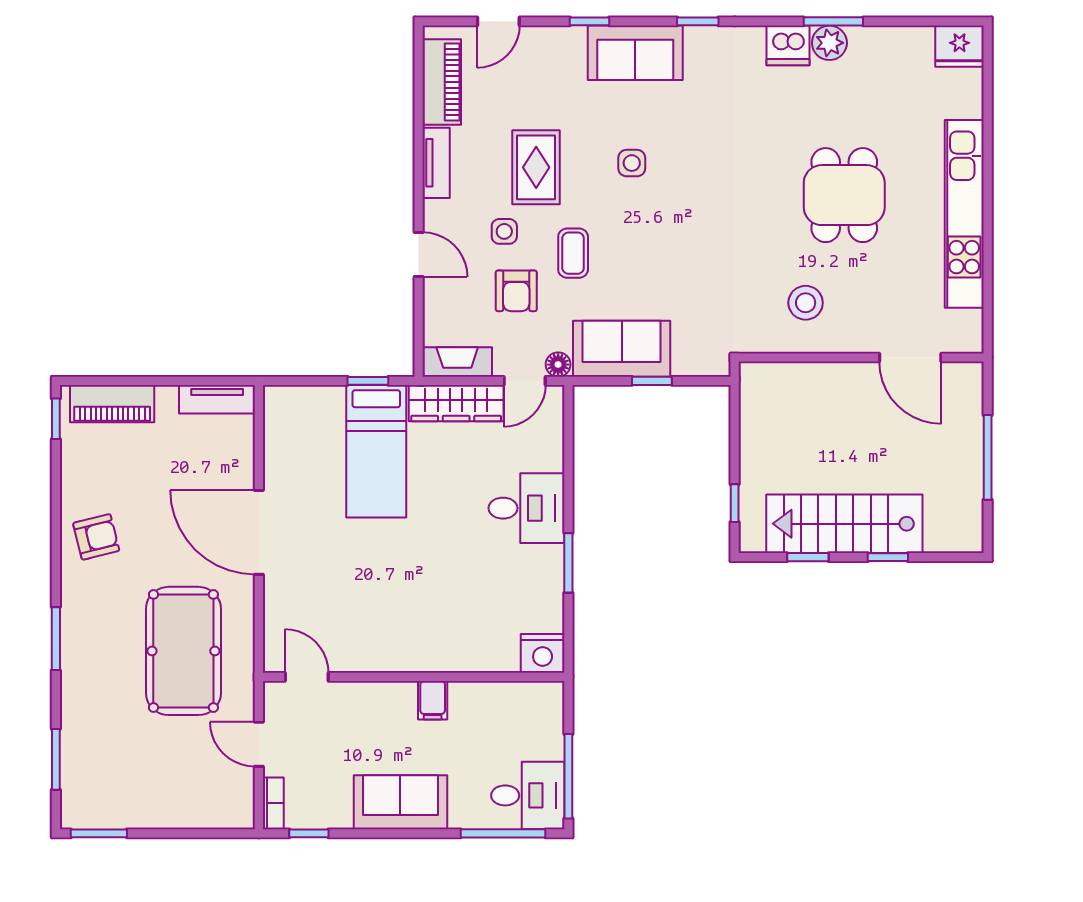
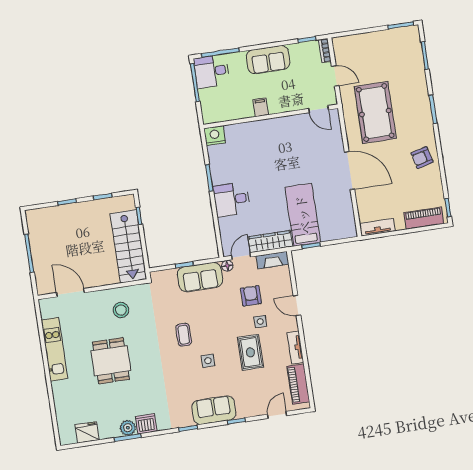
fridge: (959, 46) -> (87, 432), moved
kitchen unit: (964, 214) -> (54, 349), width x0.73
coffee table: (573, 253) -> (184, 335), moved
stairs: (844, 524) -> (128, 246), moved, turned 90

